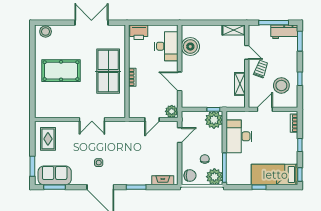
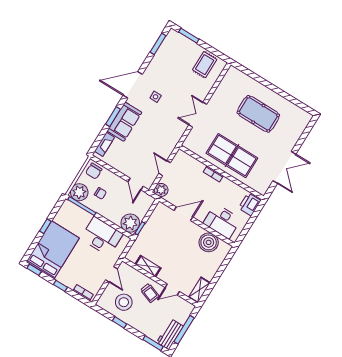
stool: (46, 32) -> (302, 122), removed
pool table: (61, 71) -> (258, 114), turned 90
rug: (48, 139) -> (205, 65), turned 90
sofa: (55, 175) -> (124, 122), moved
bed: (275, 175) -> (53, 250), width x1.50

